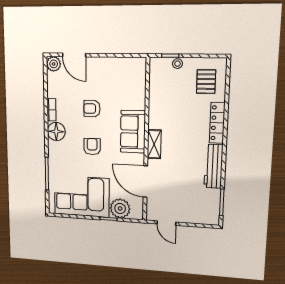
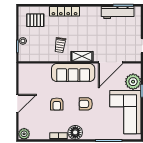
door: (74, 55) -> (17, 103), moved
trolley: (170, 115) -> (60, 45), added
sofa: (133, 132) -> (73, 73), width x1.36
workbench: (213, 166) -> (118, 12), moved

